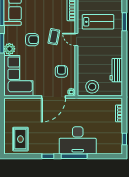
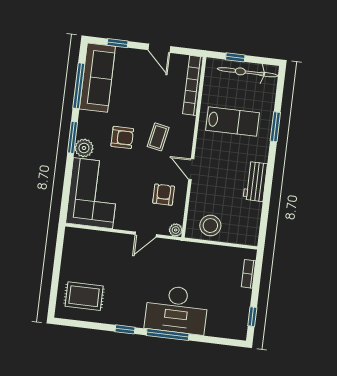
door: (76, 39) -> (191, 169), moved
workbench: (116, 70) -> (255, 181), moved
door: (53, 97) -> (146, 235), width x0.53
rug: (20, 139) -> (84, 296), turned 90

